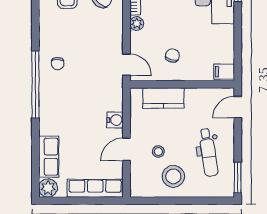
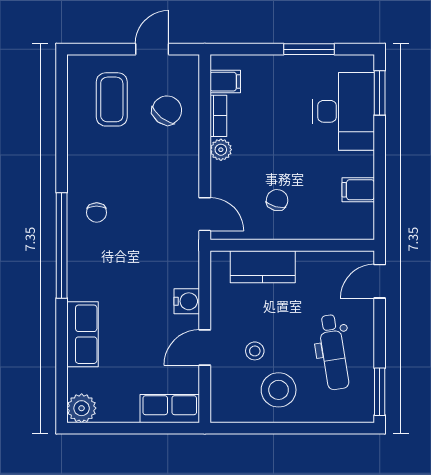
filing cabinet: (224, 72) -> (358, 190), moved
row of seats: (49, 157) -> (82, 334), moved
row of seats: (95, 188) -> (170, 409), width x0.68

